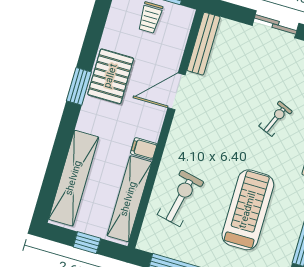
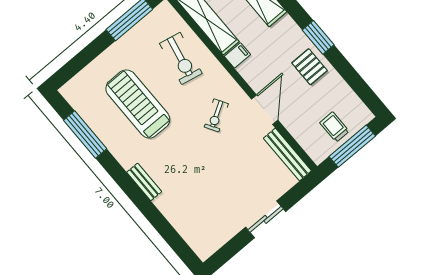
pallet: (111, 76) -> (310, 67), width x0.67, depth x0.71
exercise bike: (276, 119) -> (216, 115), moved, turned 36
treadmill: (248, 210) -> (138, 104), turned 180

